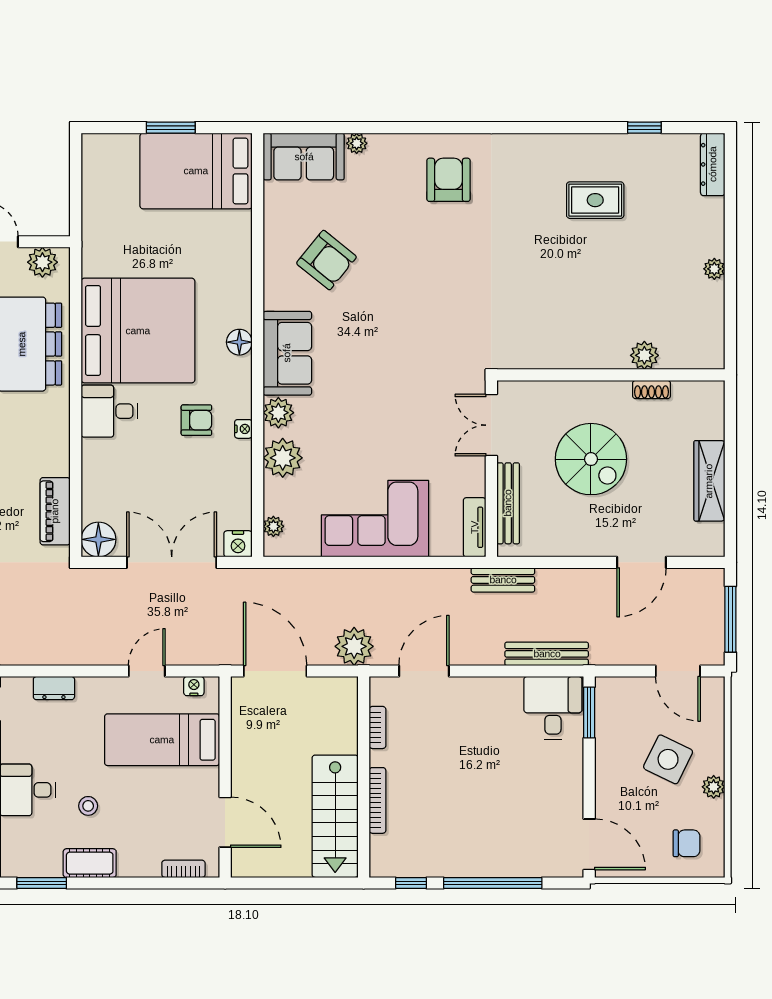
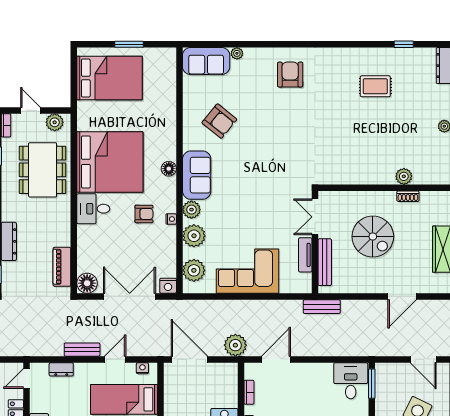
bed: (196, 171) -> (110, 78), moved, turned 180
plant: (273, 526) -> (194, 270), width x1.88, depth x1.88
tv unit: (475, 527) -> (305, 255), moved
bench: (547, 654) -> (82, 350), moved, width x0.73

